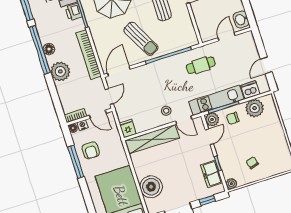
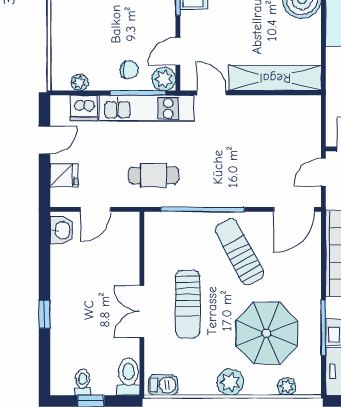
plant: (255, 108) -> (80, 82), width x0.53, depth x0.53
stool: (166, 111) -> (236, 118), removed
fridge: (128, 129) -> (64, 175), moved, turned -90

